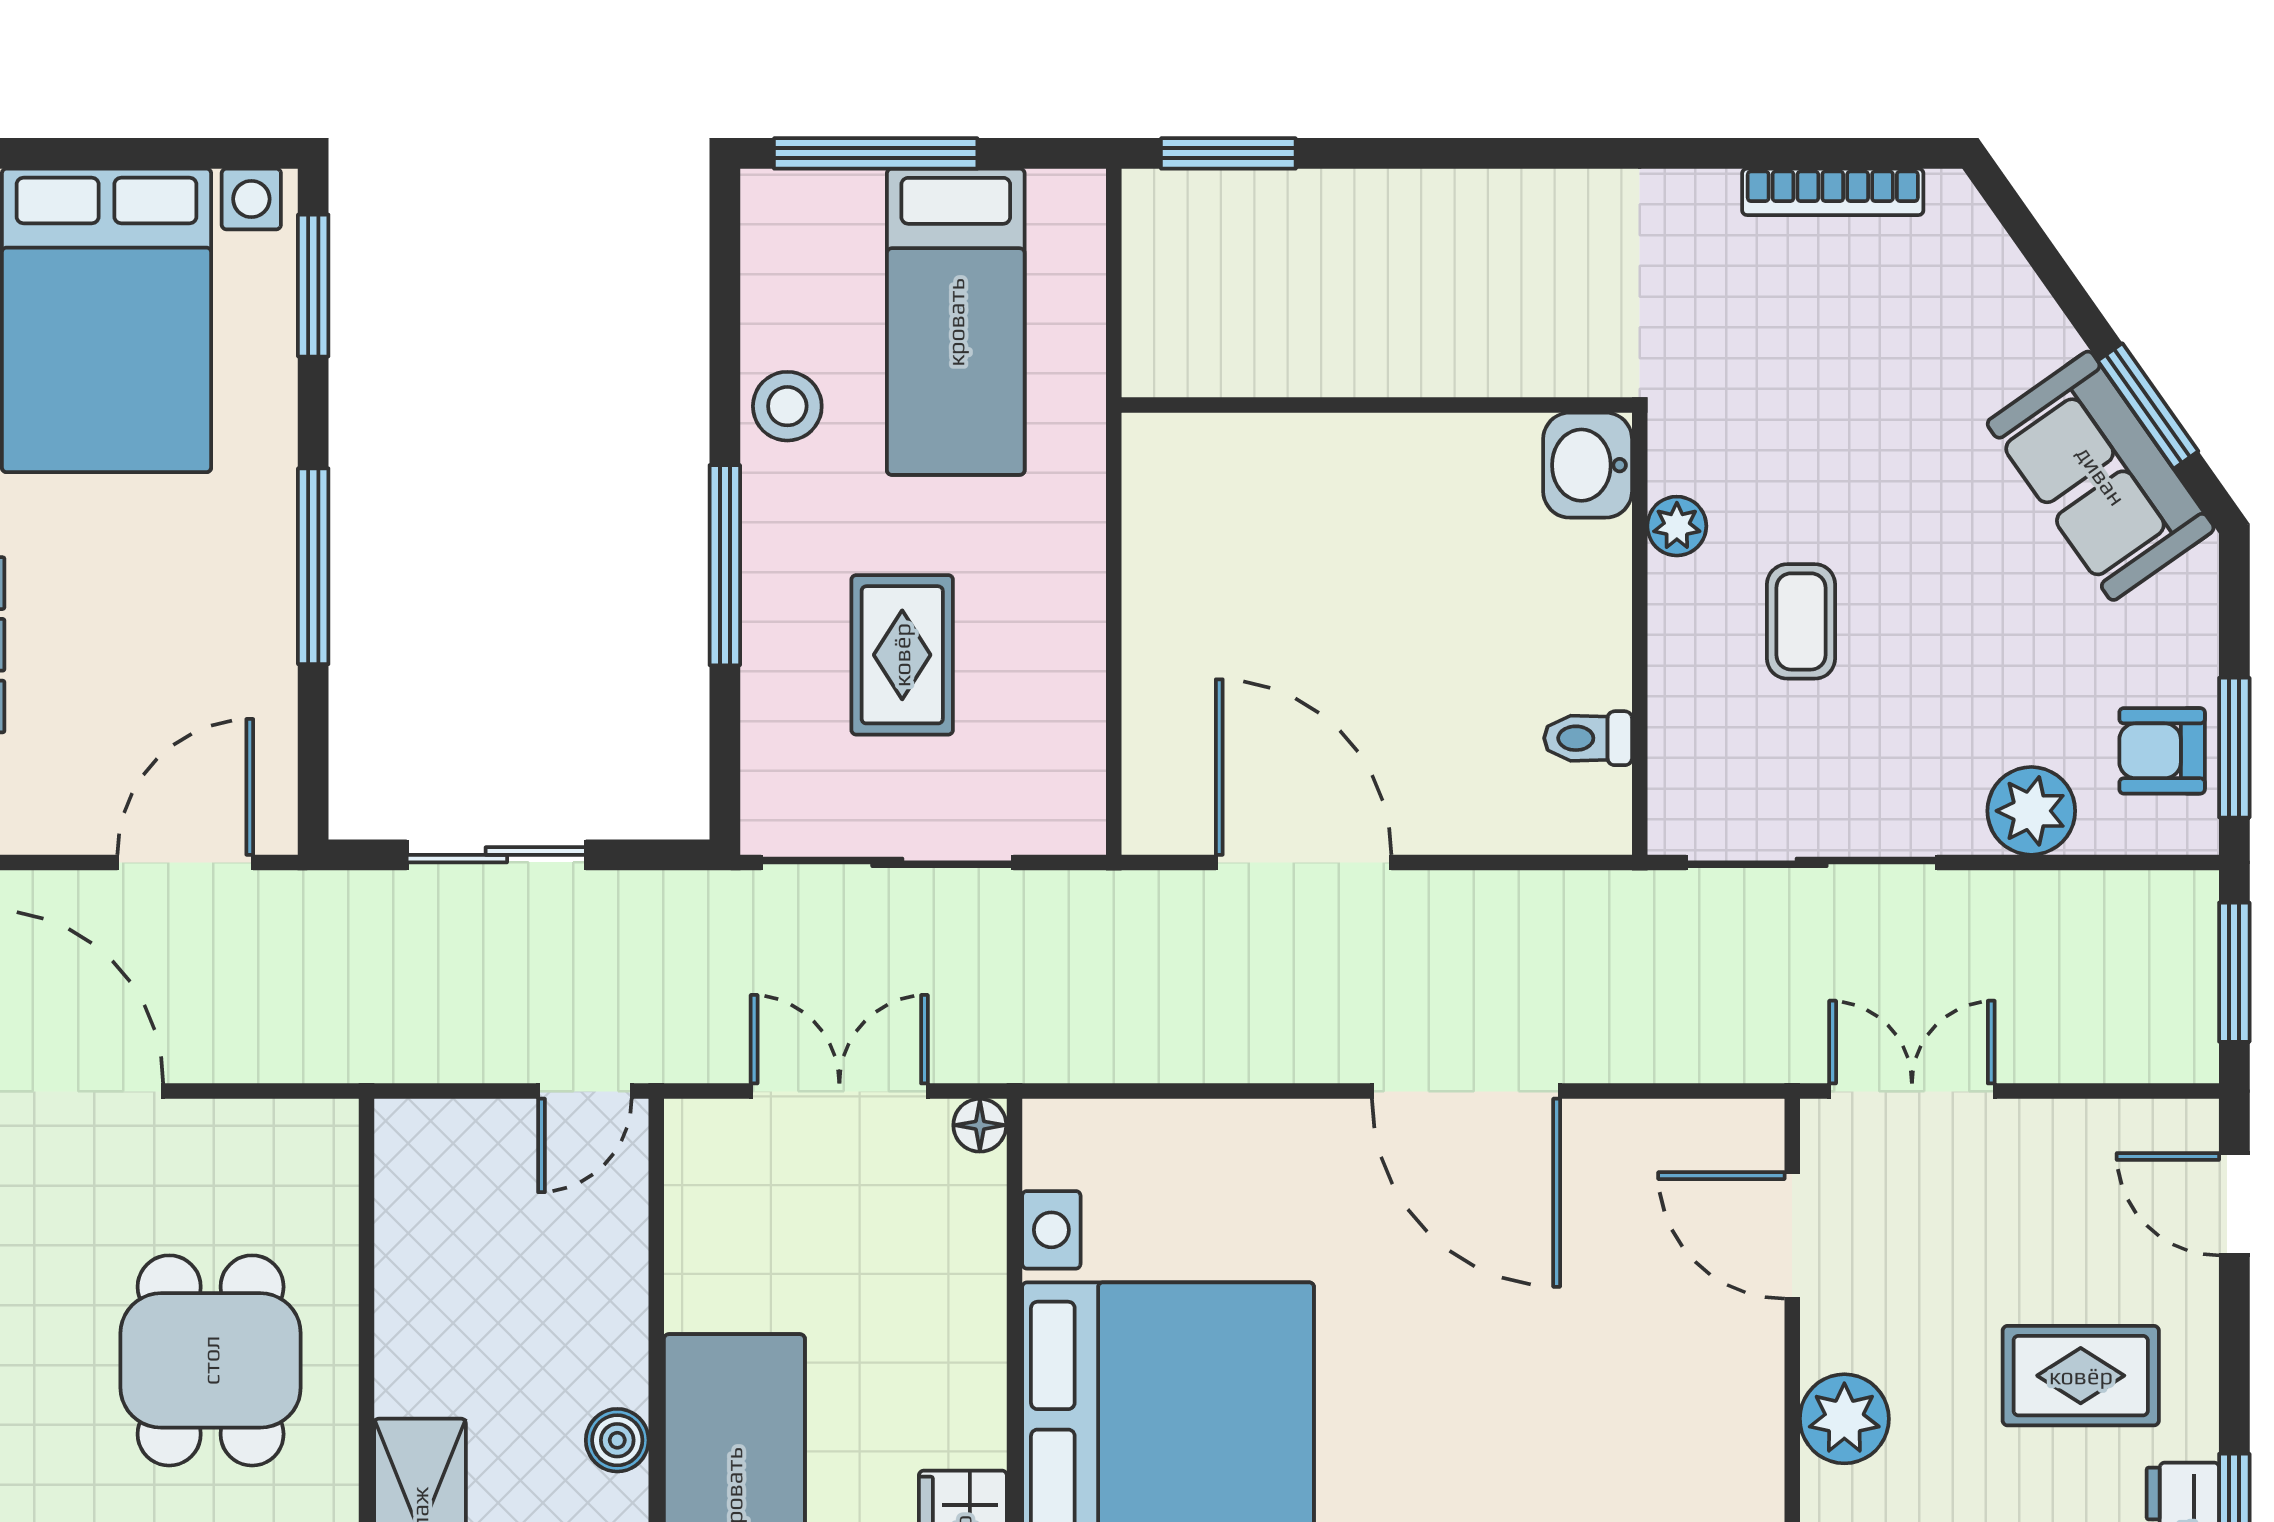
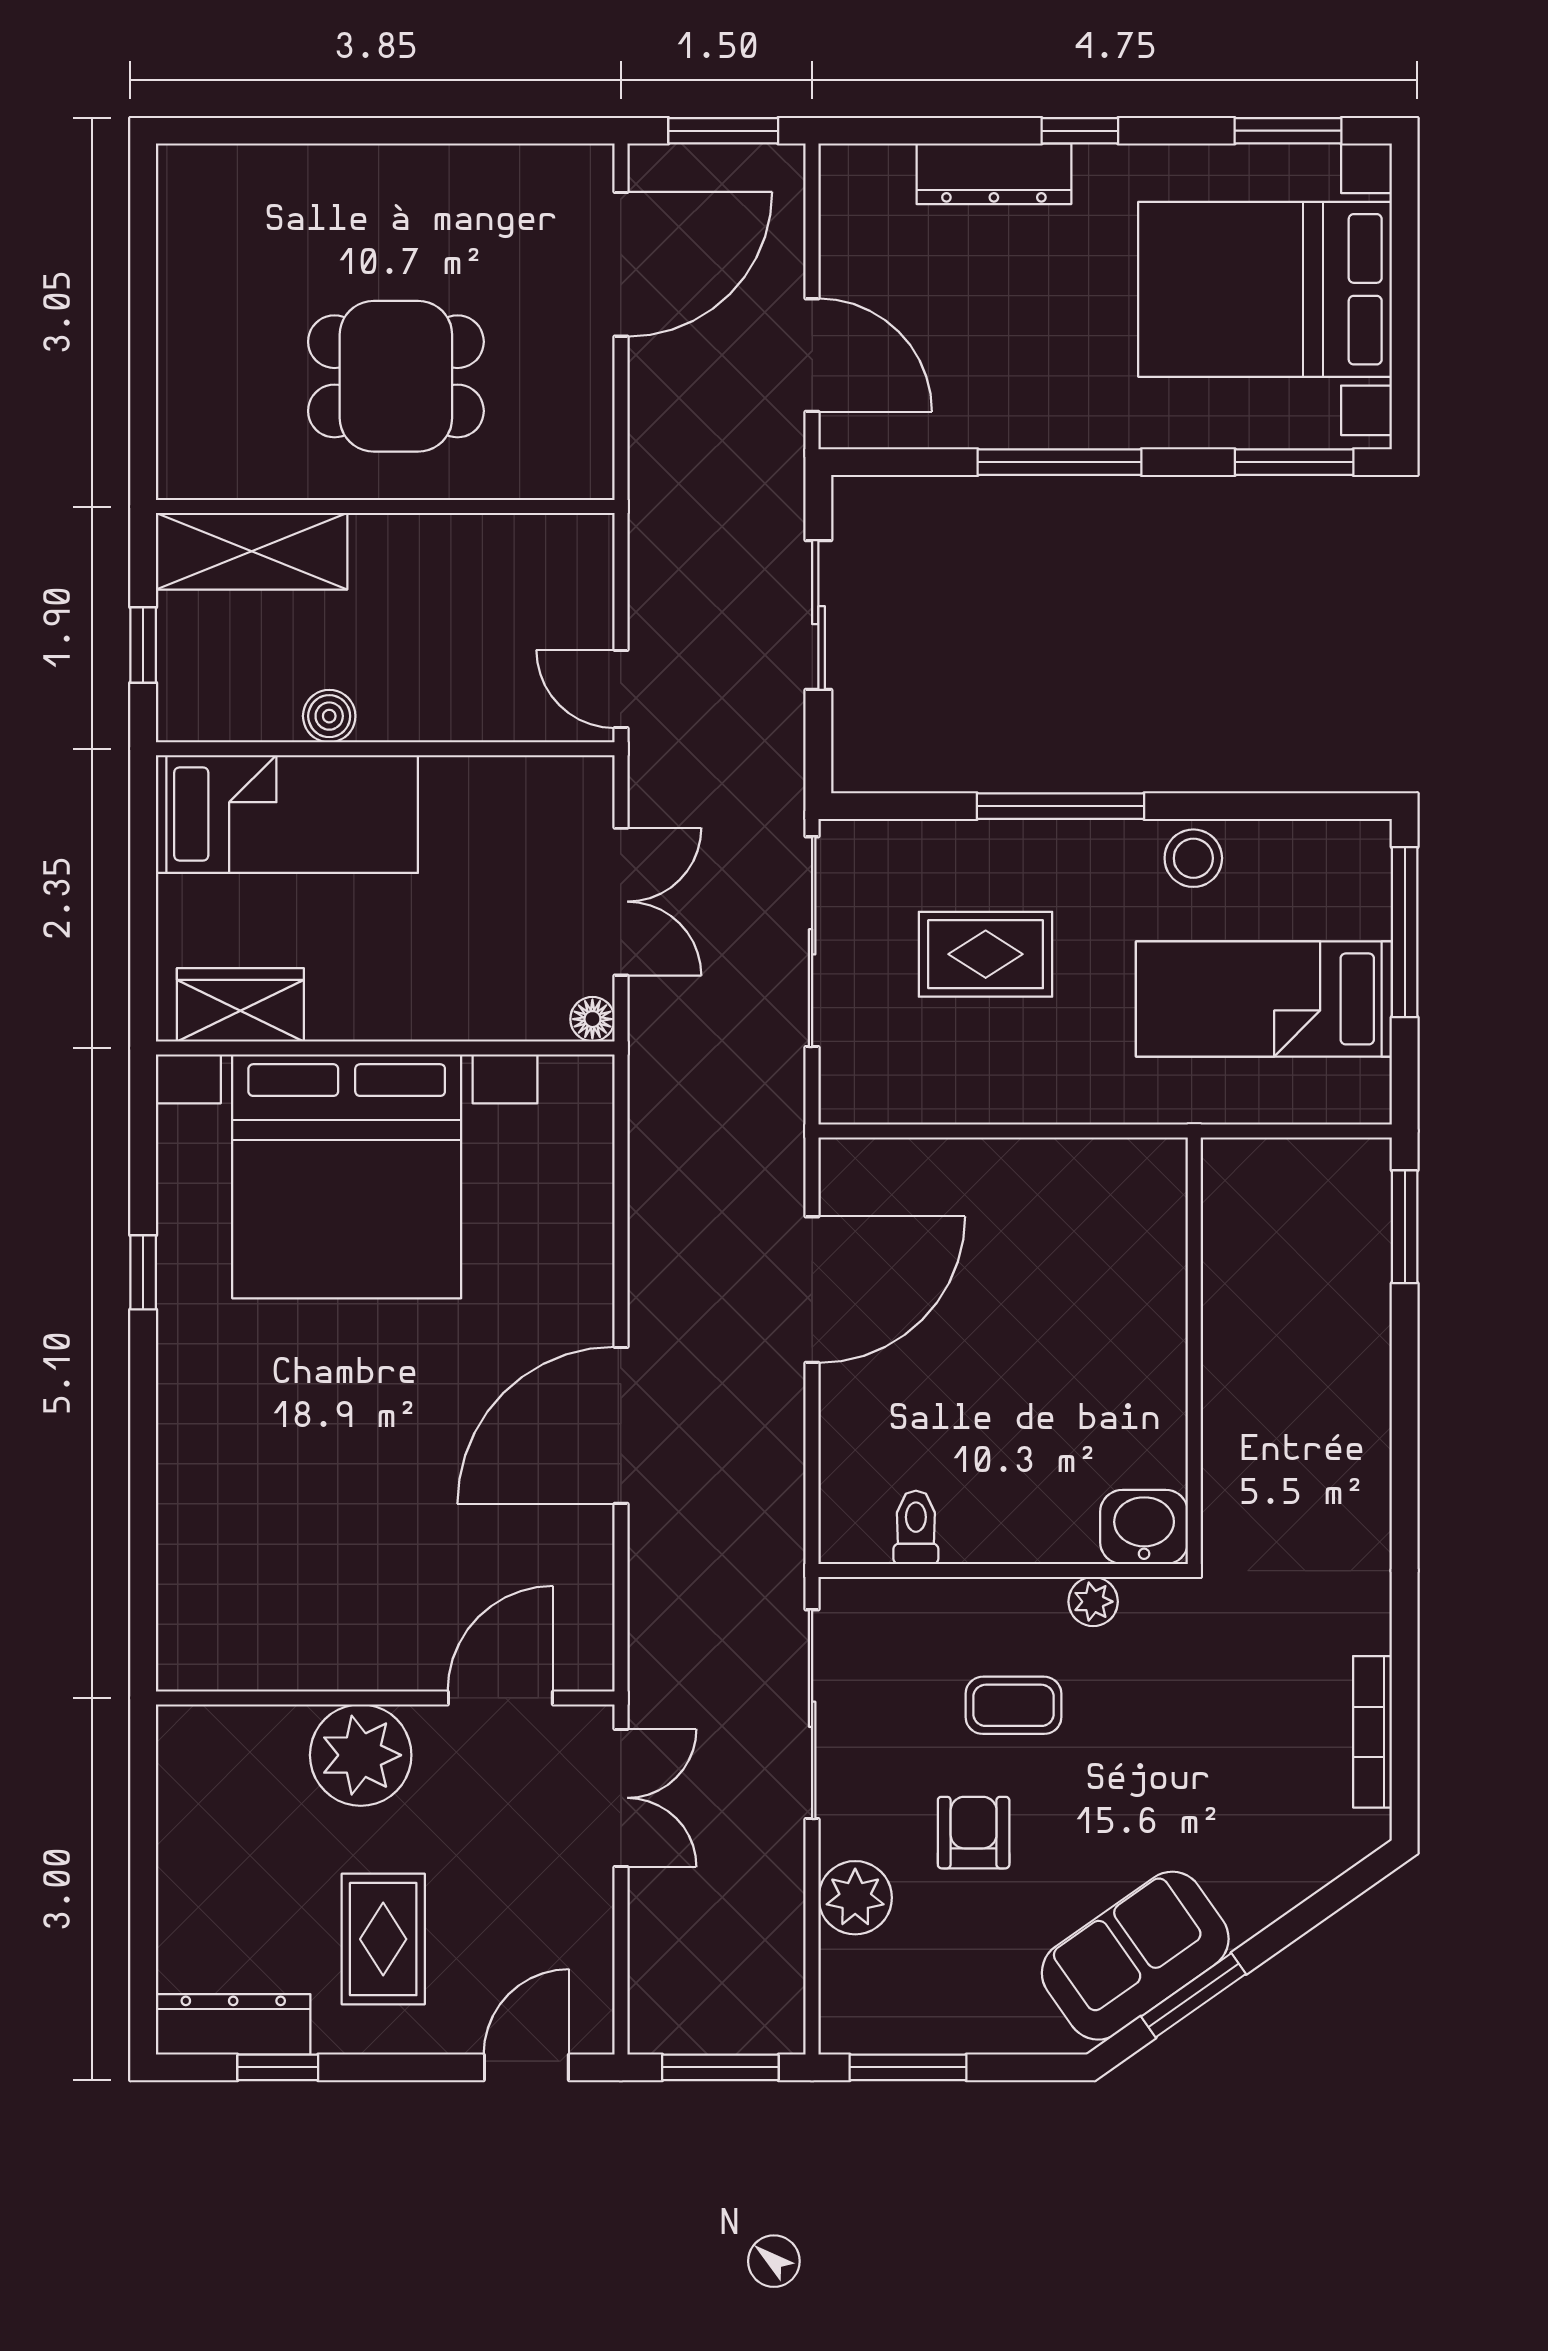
armchair: (2162, 751) -> (974, 1833), moved
plant: (1844, 1419) -> (361, 1755), width x1.36, depth x1.36

